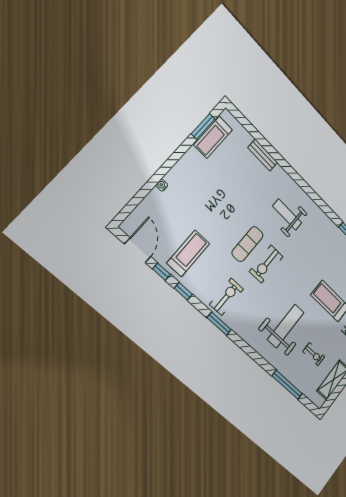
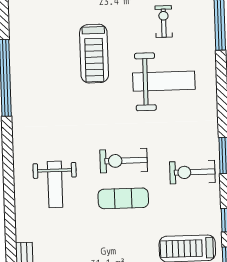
exercise bike: (266, 264) -> (124, 161), turned 180
weight bench: (286, 326) -> (164, 81), turned 180

